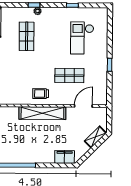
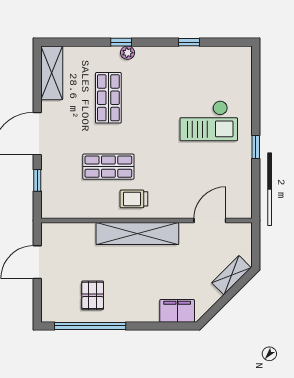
checkout: (82, 38) -> (209, 121), moved, turned -90
shop shelf: (69, 76) -> (108, 167), moved
pallet: (17, 148) -> (93, 295), added

